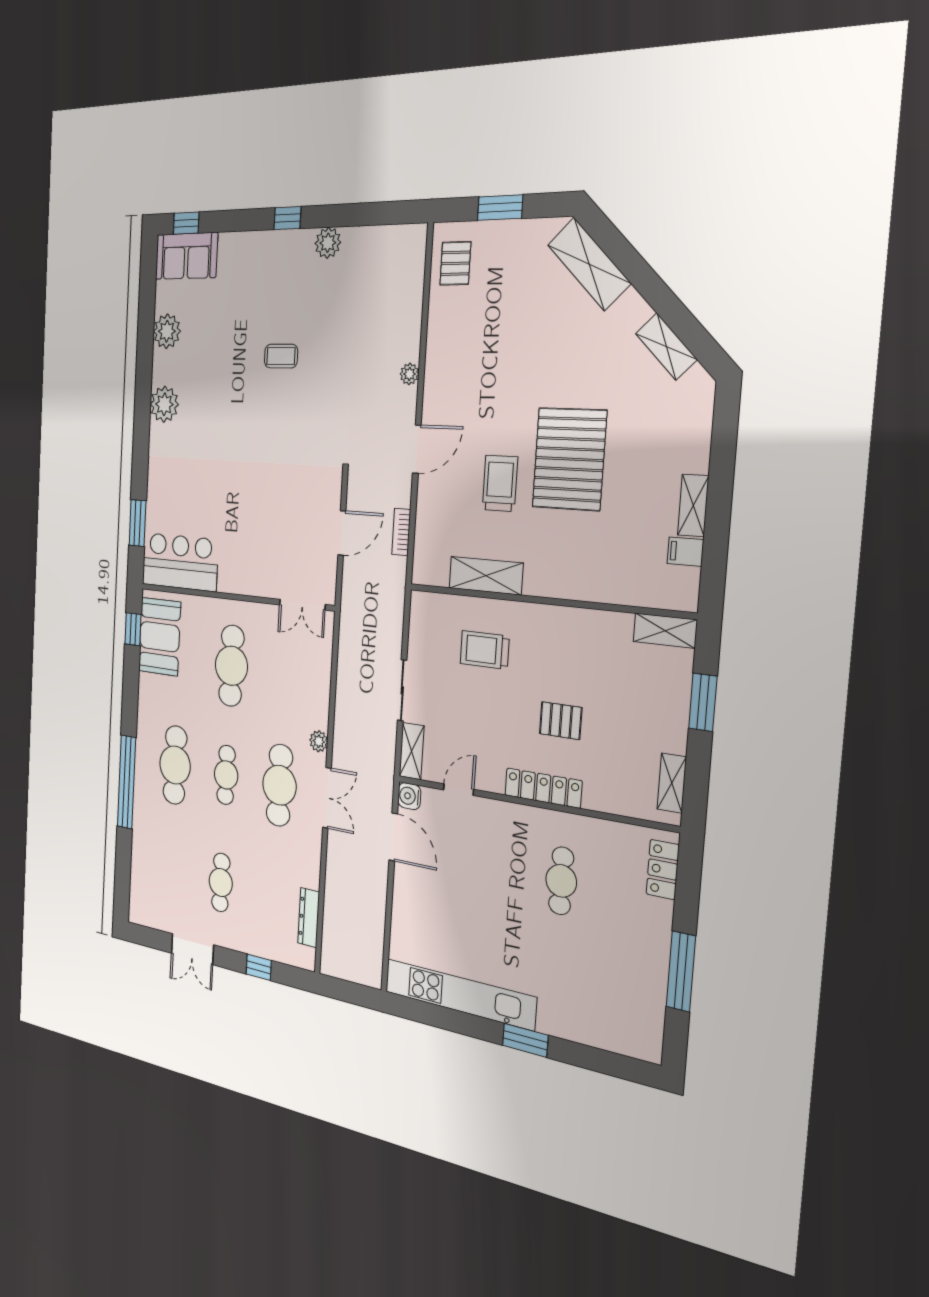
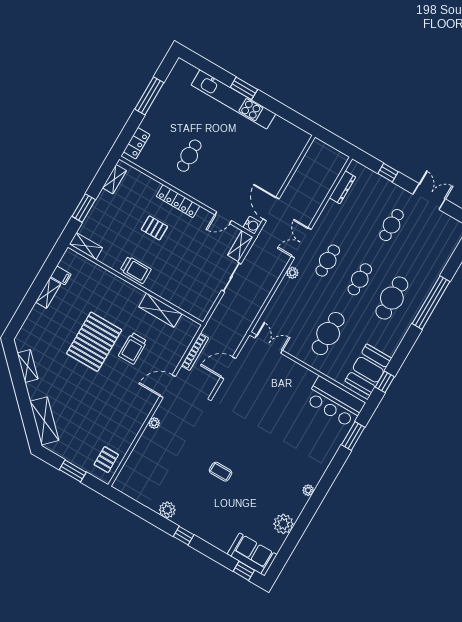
plant: (164, 404) -> (308, 490), width x0.53, depth x0.53
bookcase: (401, 532) -> (195, 352), width x1.56
trolley: (485, 650) -> (136, 270), moved
cafe table: (279, 785) -> (328, 261), width x0.73, depth x0.74
kitchen unit: (459, 994) -> (233, 99), moved

